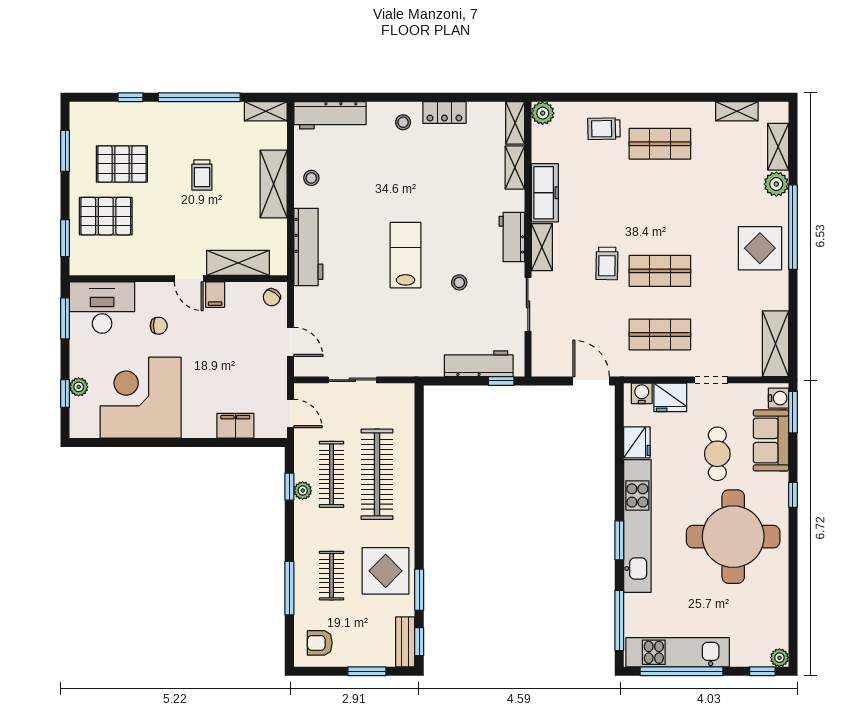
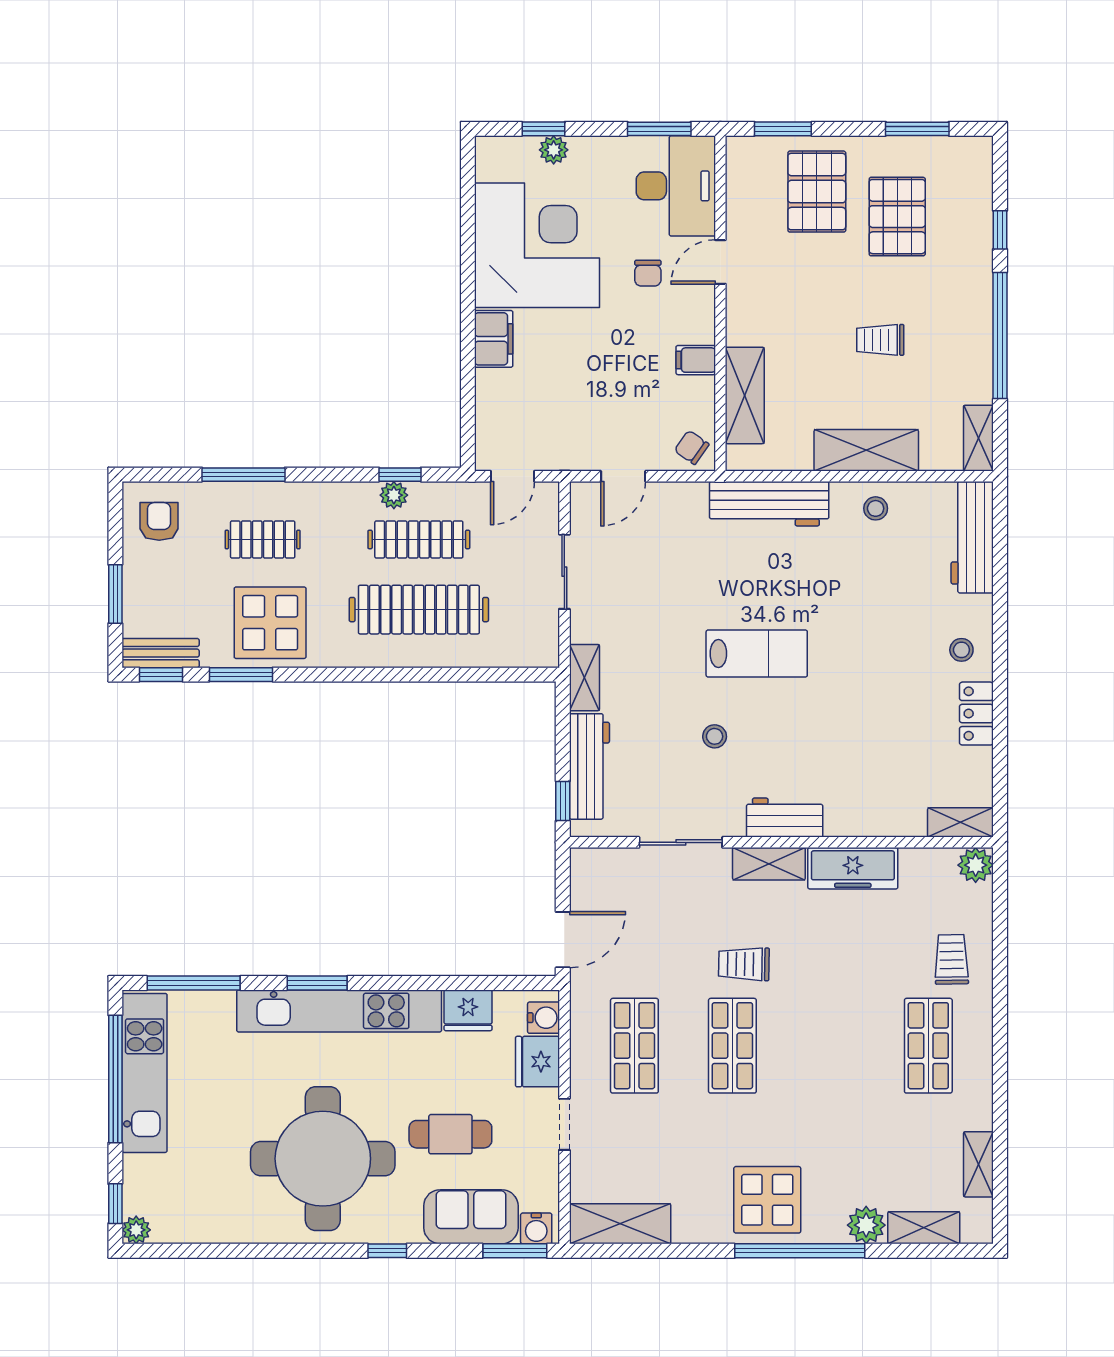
shelving: (515, 168) -> (584, 678), moved, turned 90
door: (189, 279) -> (720, 262), moved
filing cabinet: (235, 426) -> (494, 339), moved

